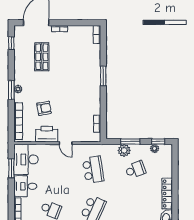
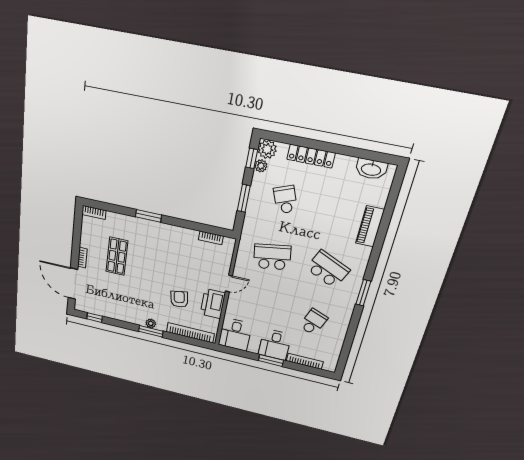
shop shelf: (42, 57) -> (117, 256), moved, turned 90
plant: (124, 150) -> (267, 149), moved
desk: (26, 159) -> (235, 334), width x0.73
window: (11, 168) -> (271, 360), moved
locker: (167, 194) -> (311, 156), moved

